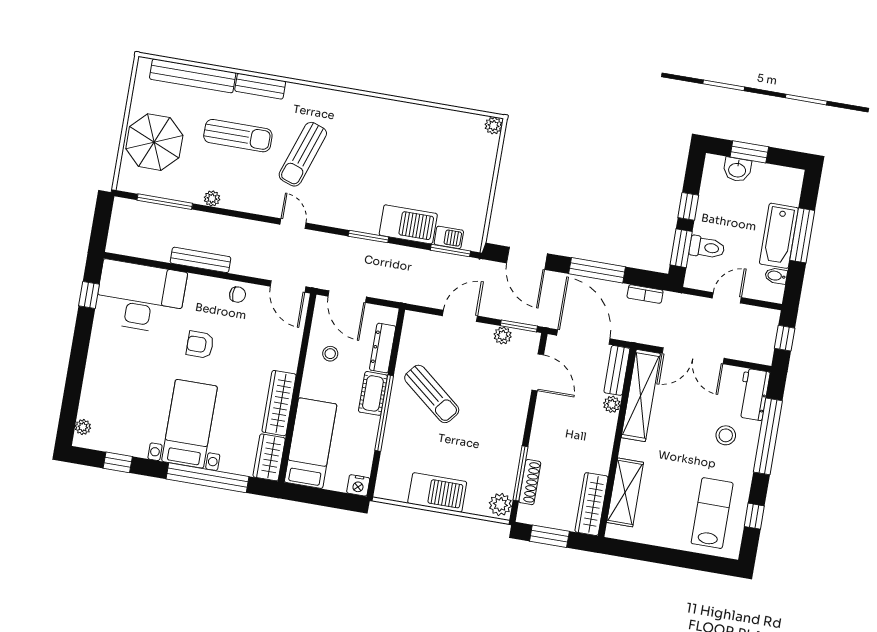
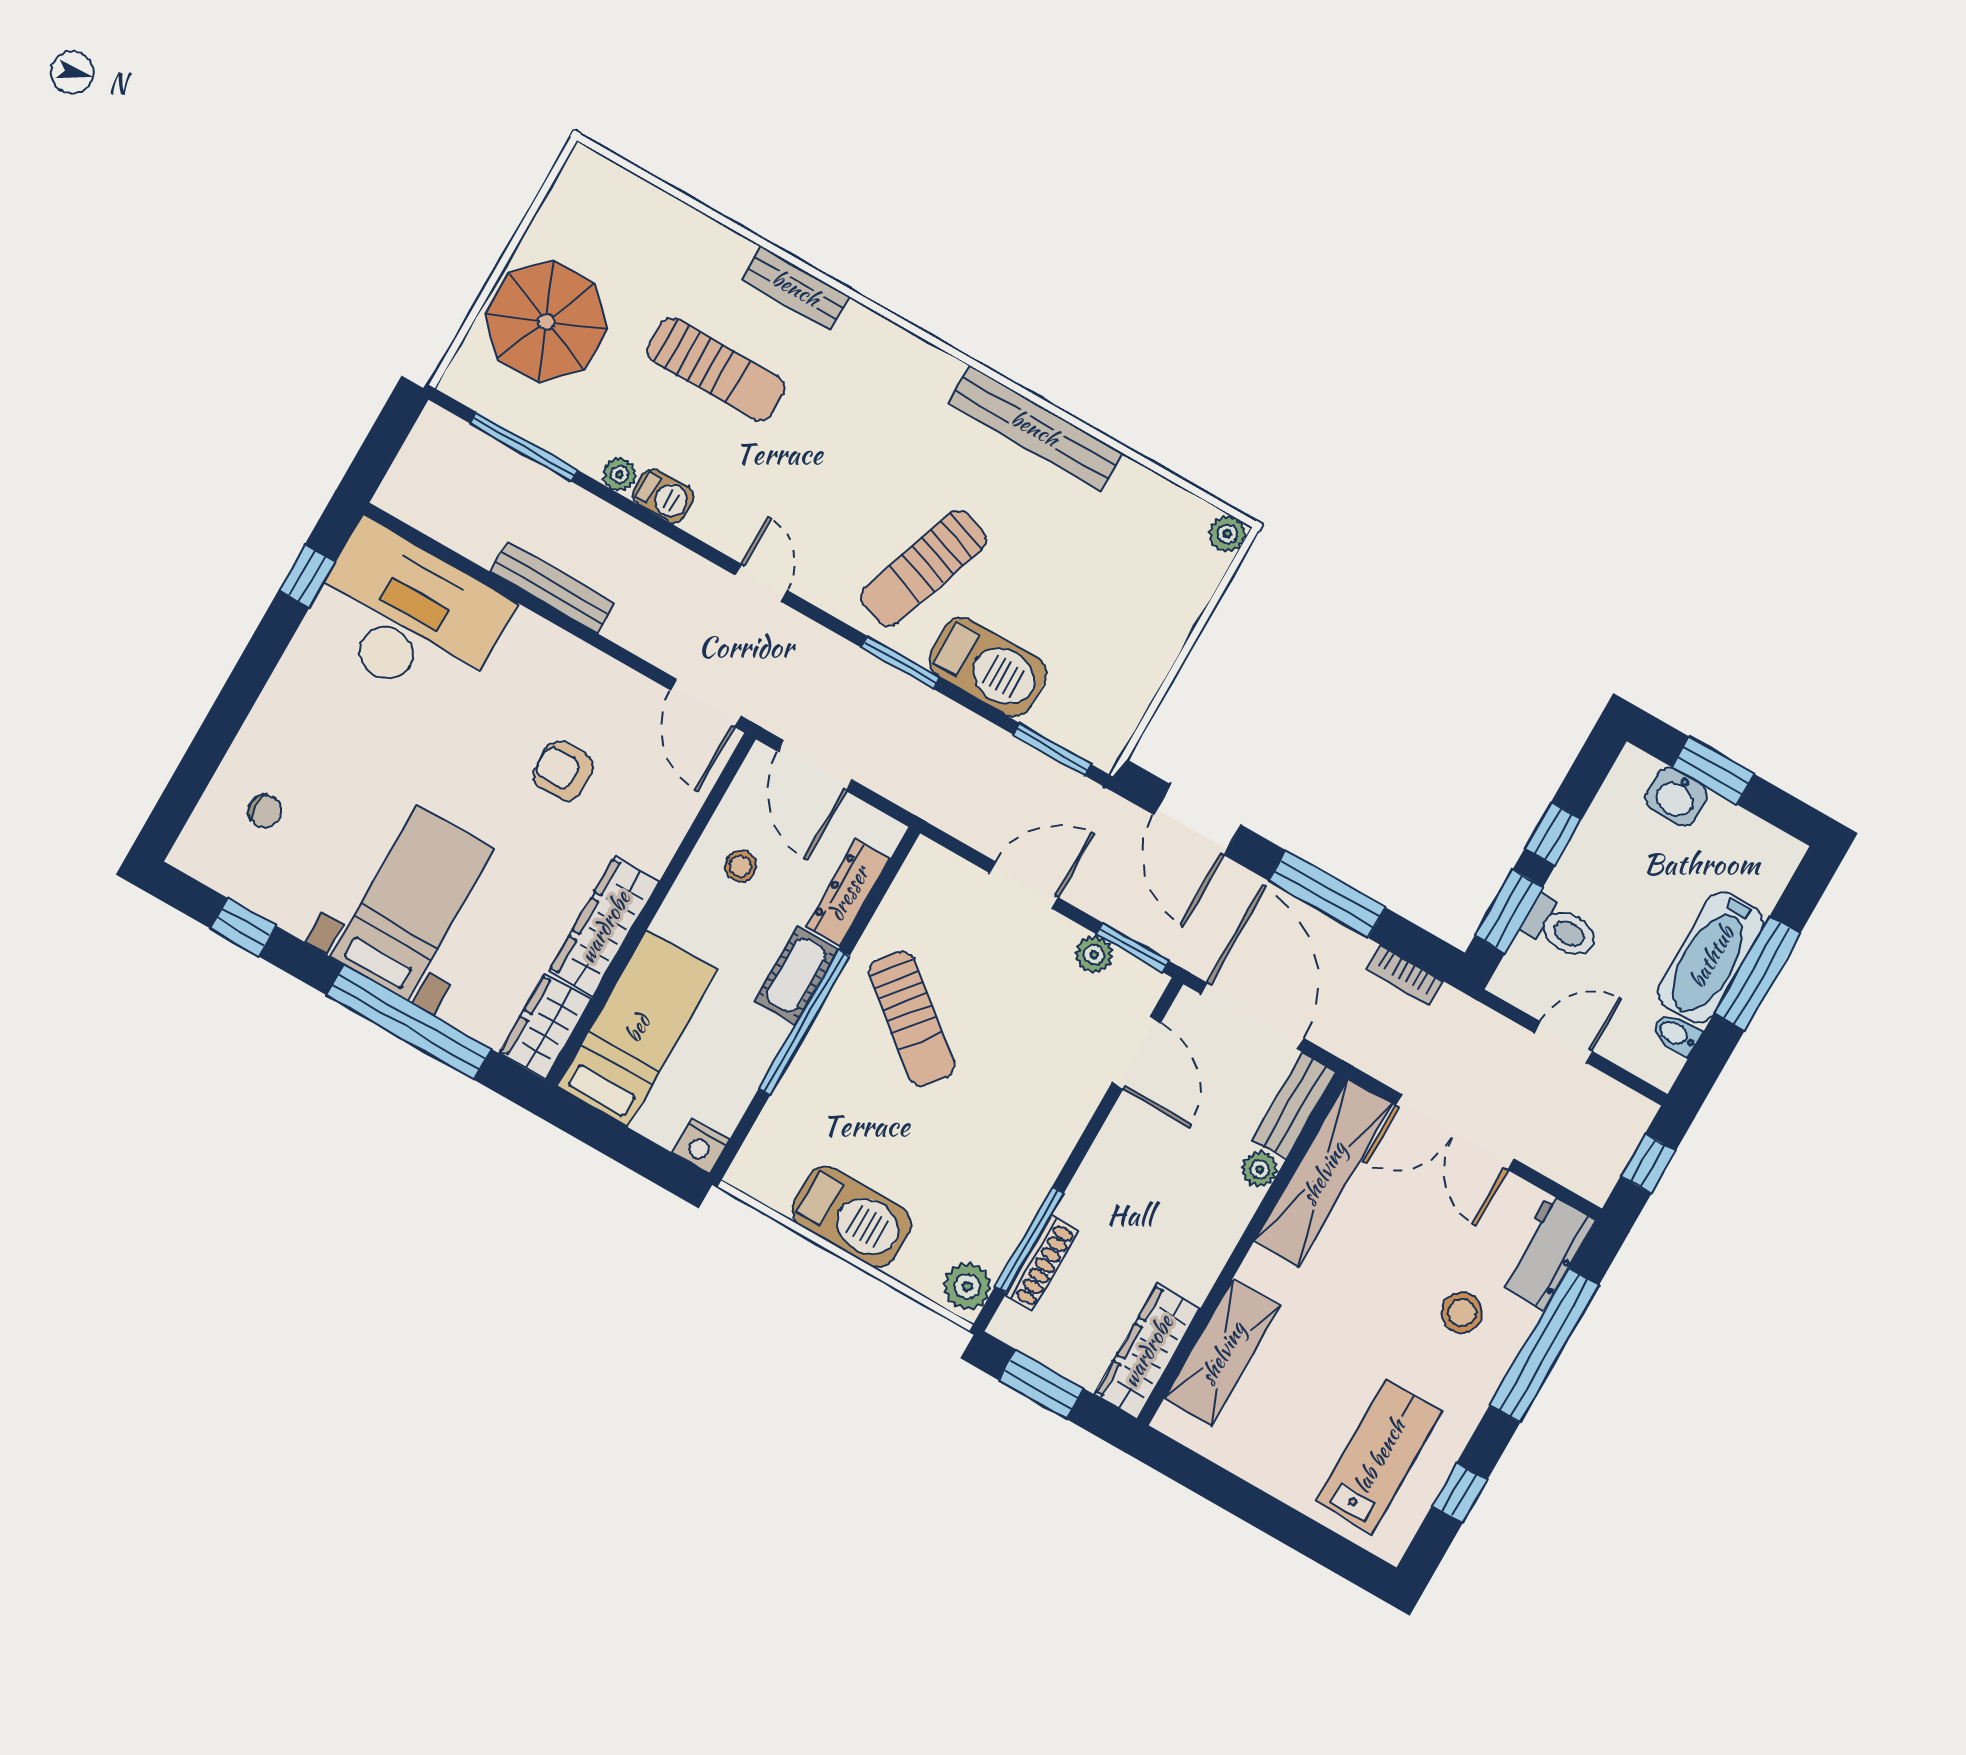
bench: (193, 76) -> (1035, 428), moved
sun lounger: (303, 154) -> (923, 568), moved
barbecue: (449, 237) -> (663, 496), moved
chair: (238, 295) -> (265, 811), moved
armchair: (200, 345) -> (563, 771), moved
plant: (83, 427) -> (200, 832), removed

